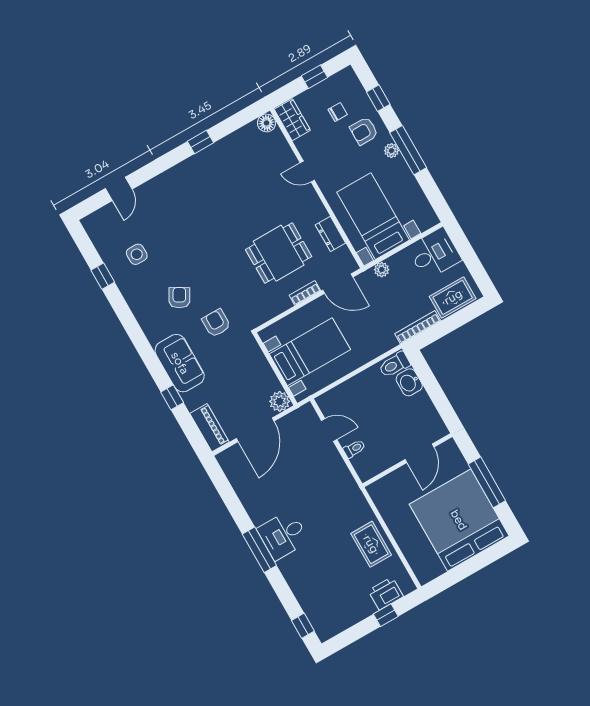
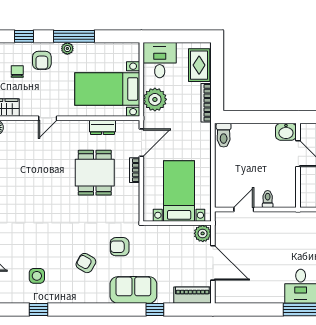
plant: (382, 270) -> (155, 99), width x1.87, depth x1.87
washbasin: (409, 382) -> (286, 132), moved

